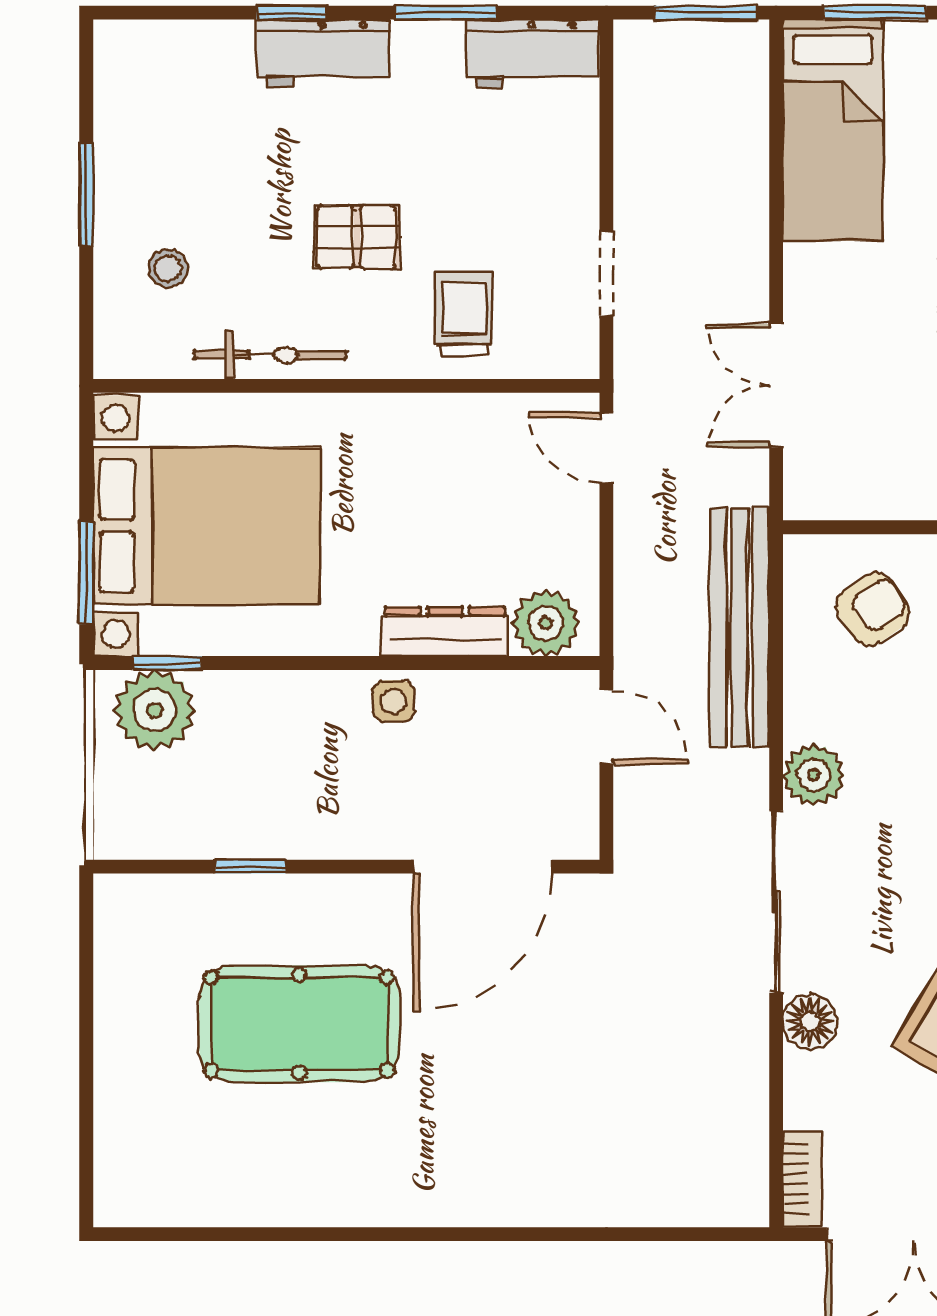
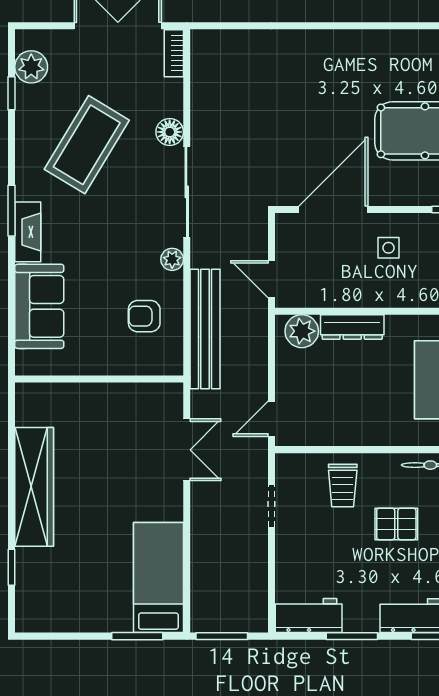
door: (606, 448) -> (271, 419), swing flipped
armchair: (873, 609) -> (144, 316), moved, turned 35
side table: (393, 701) -> (389, 248), moved
plant: (814, 775) -> (172, 259), width x0.73, depth x0.73

